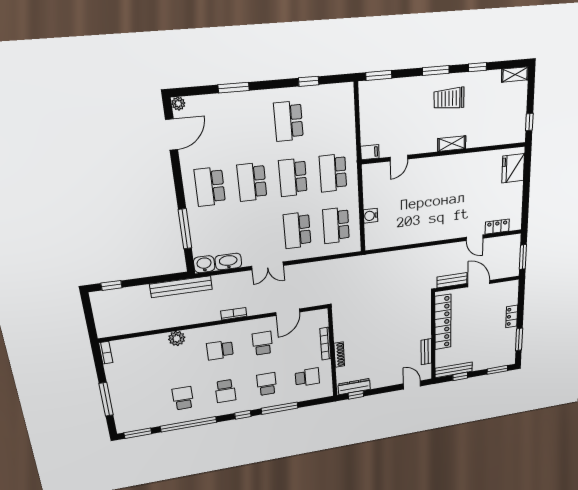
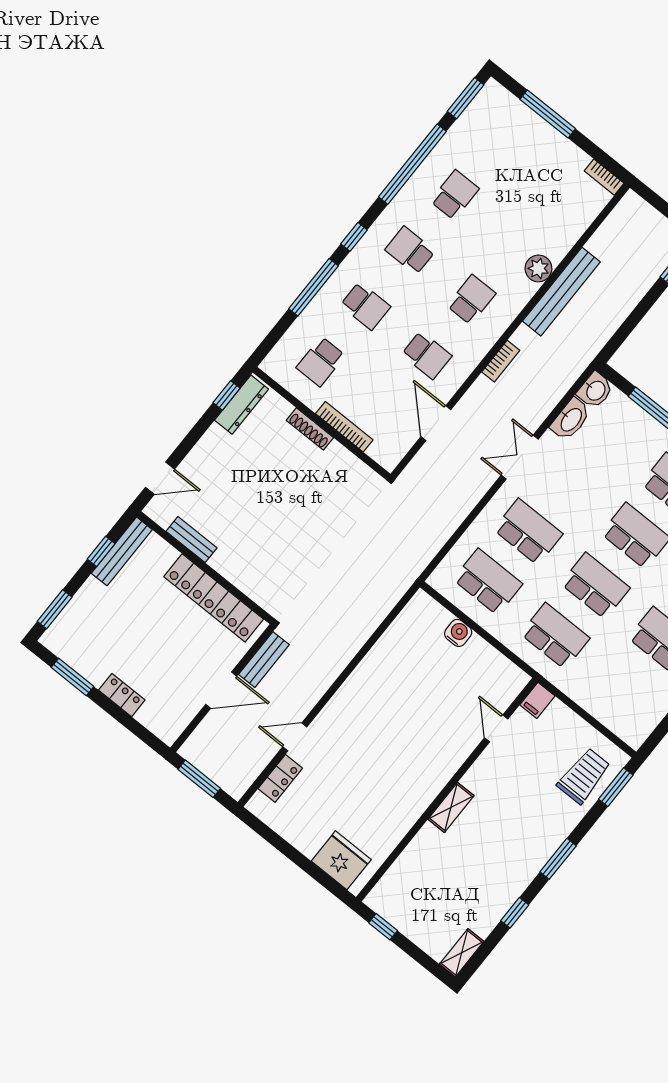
trolley: (449, 98) -> (584, 776), moved
bench: (181, 287) -> (561, 292), moved
school desk: (183, 398) -> (455, 195), turned -90

